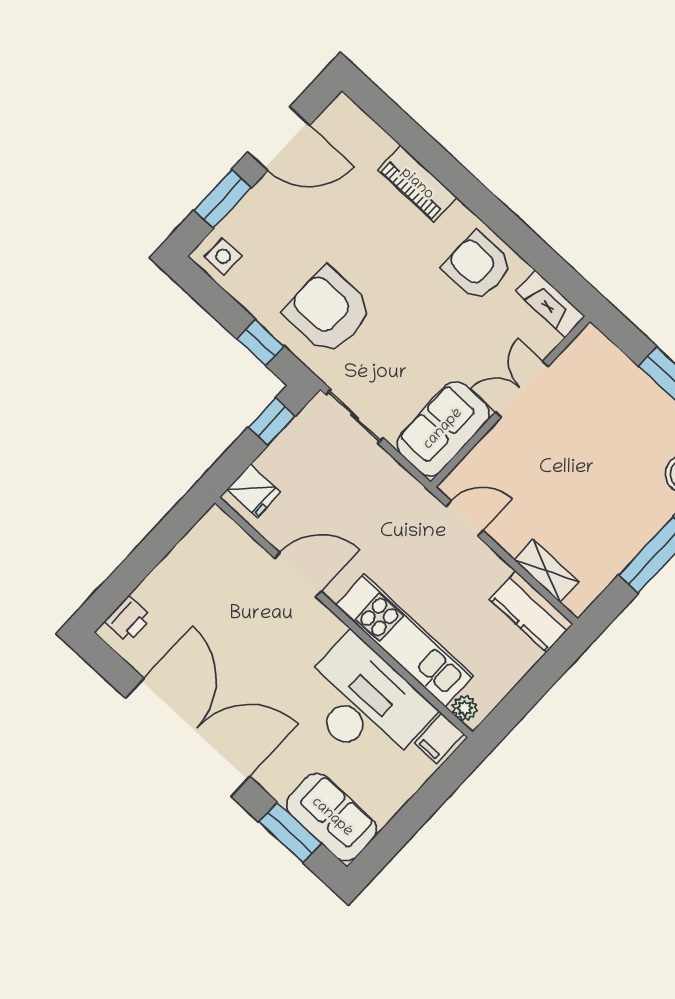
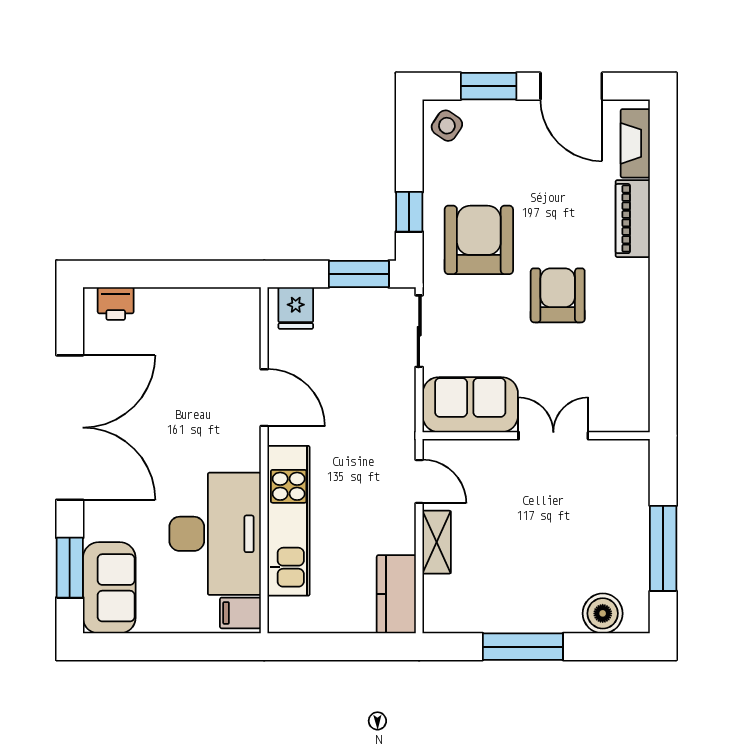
side table: (223, 256) -> (447, 126), turned 34
armchair: (478, 266) -> (558, 295), moved
fireplace: (550, 304) -> (635, 143), moved
window: (272, 422) -> (359, 274), width x1.50
shelving: (546, 571) -> (437, 542), moved
plant: (465, 708) -> (280, 611), removed

